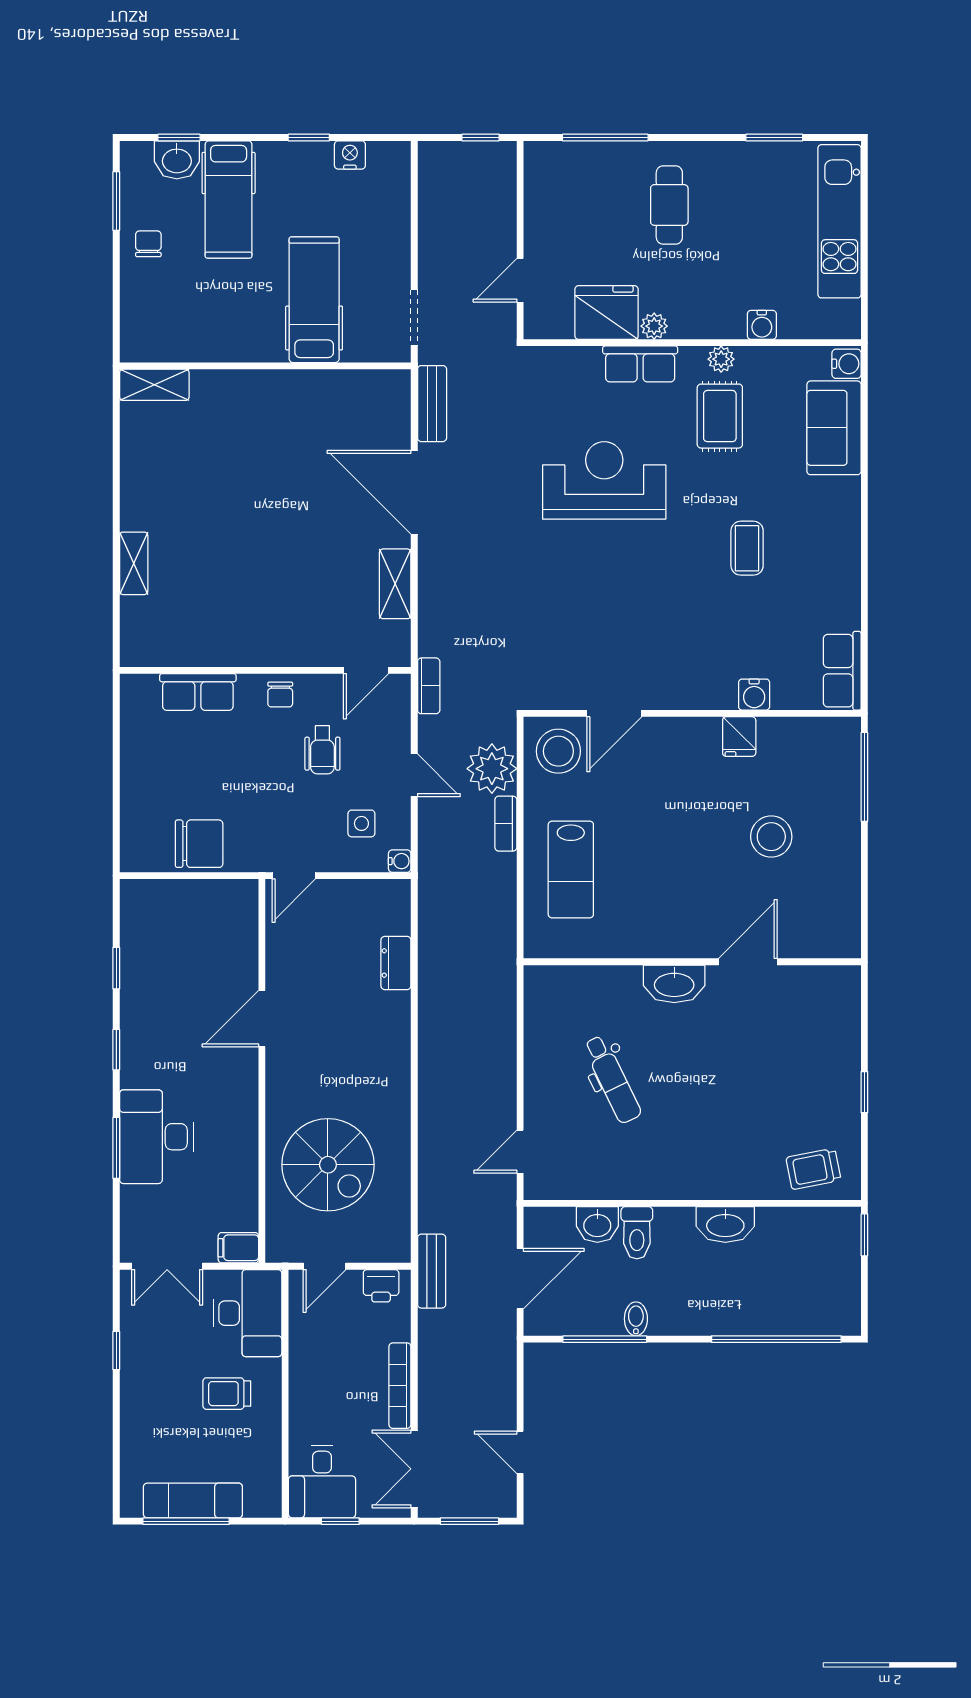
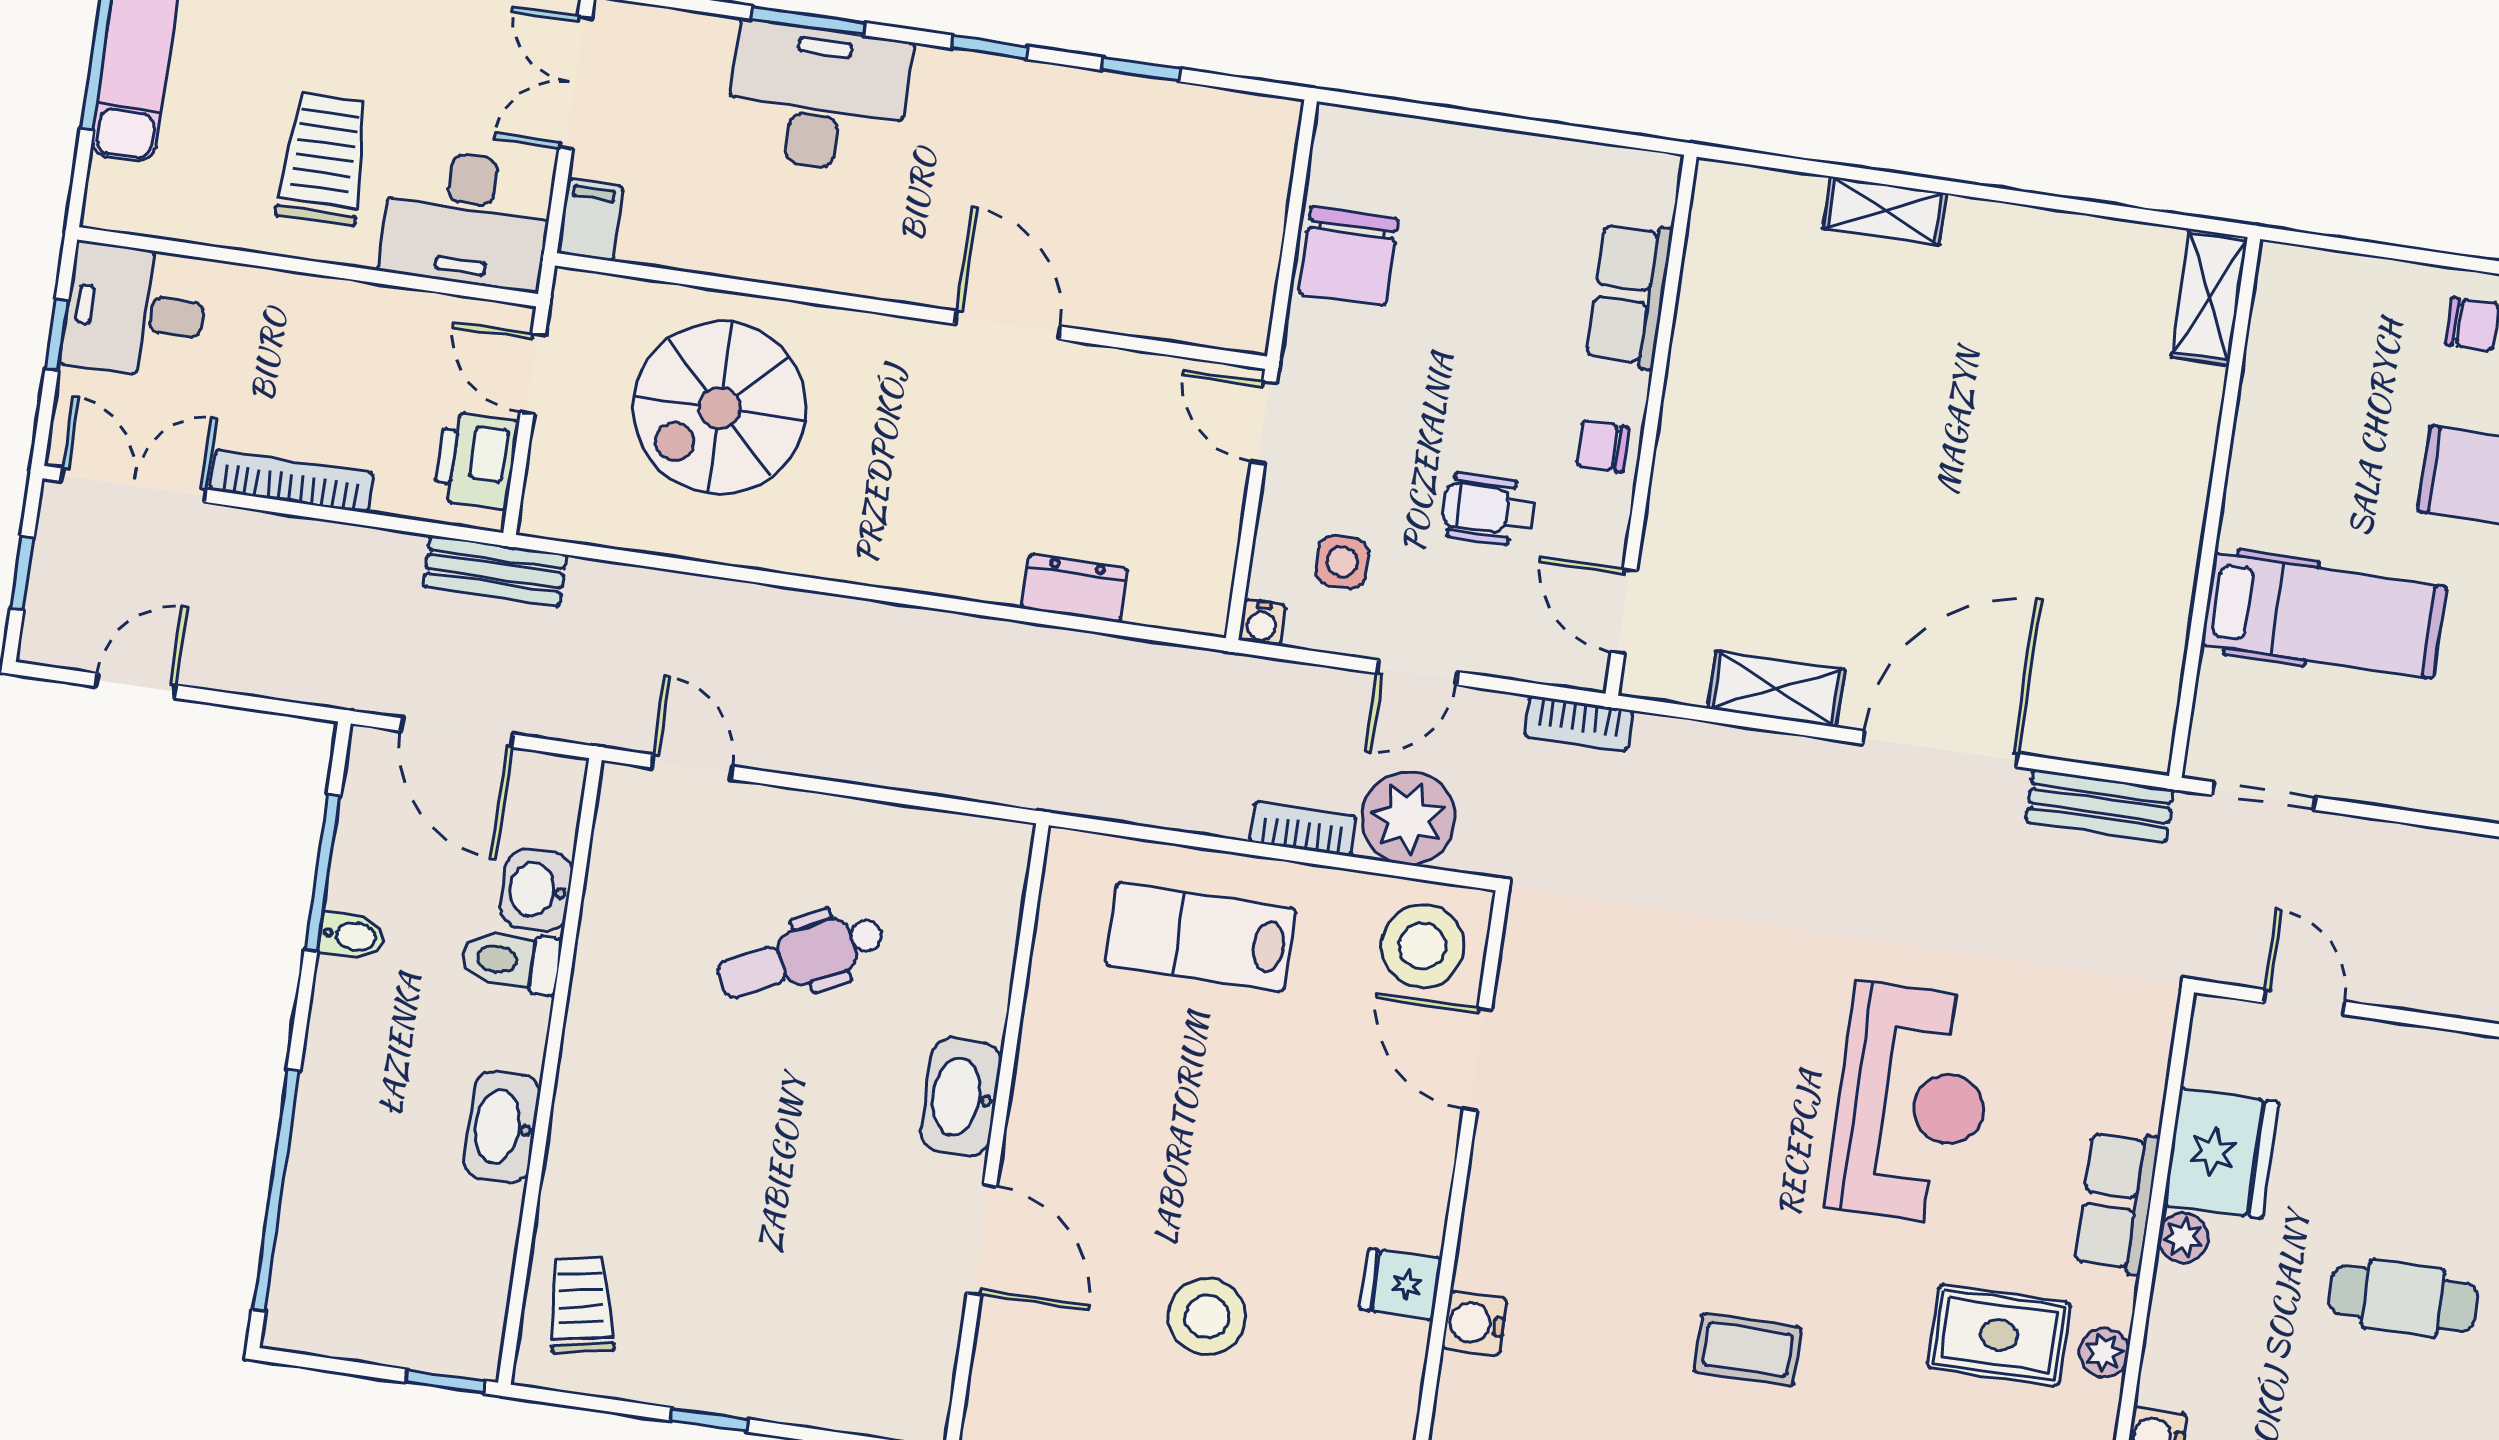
printer: (381, 1286) -> (476, 460), width x1.36, depth x1.24
trolley: (227, 1394) -> (324, 159), width x1.36, depth x1.39
window: (469, 1521) -> (22, 573), width x0.67

